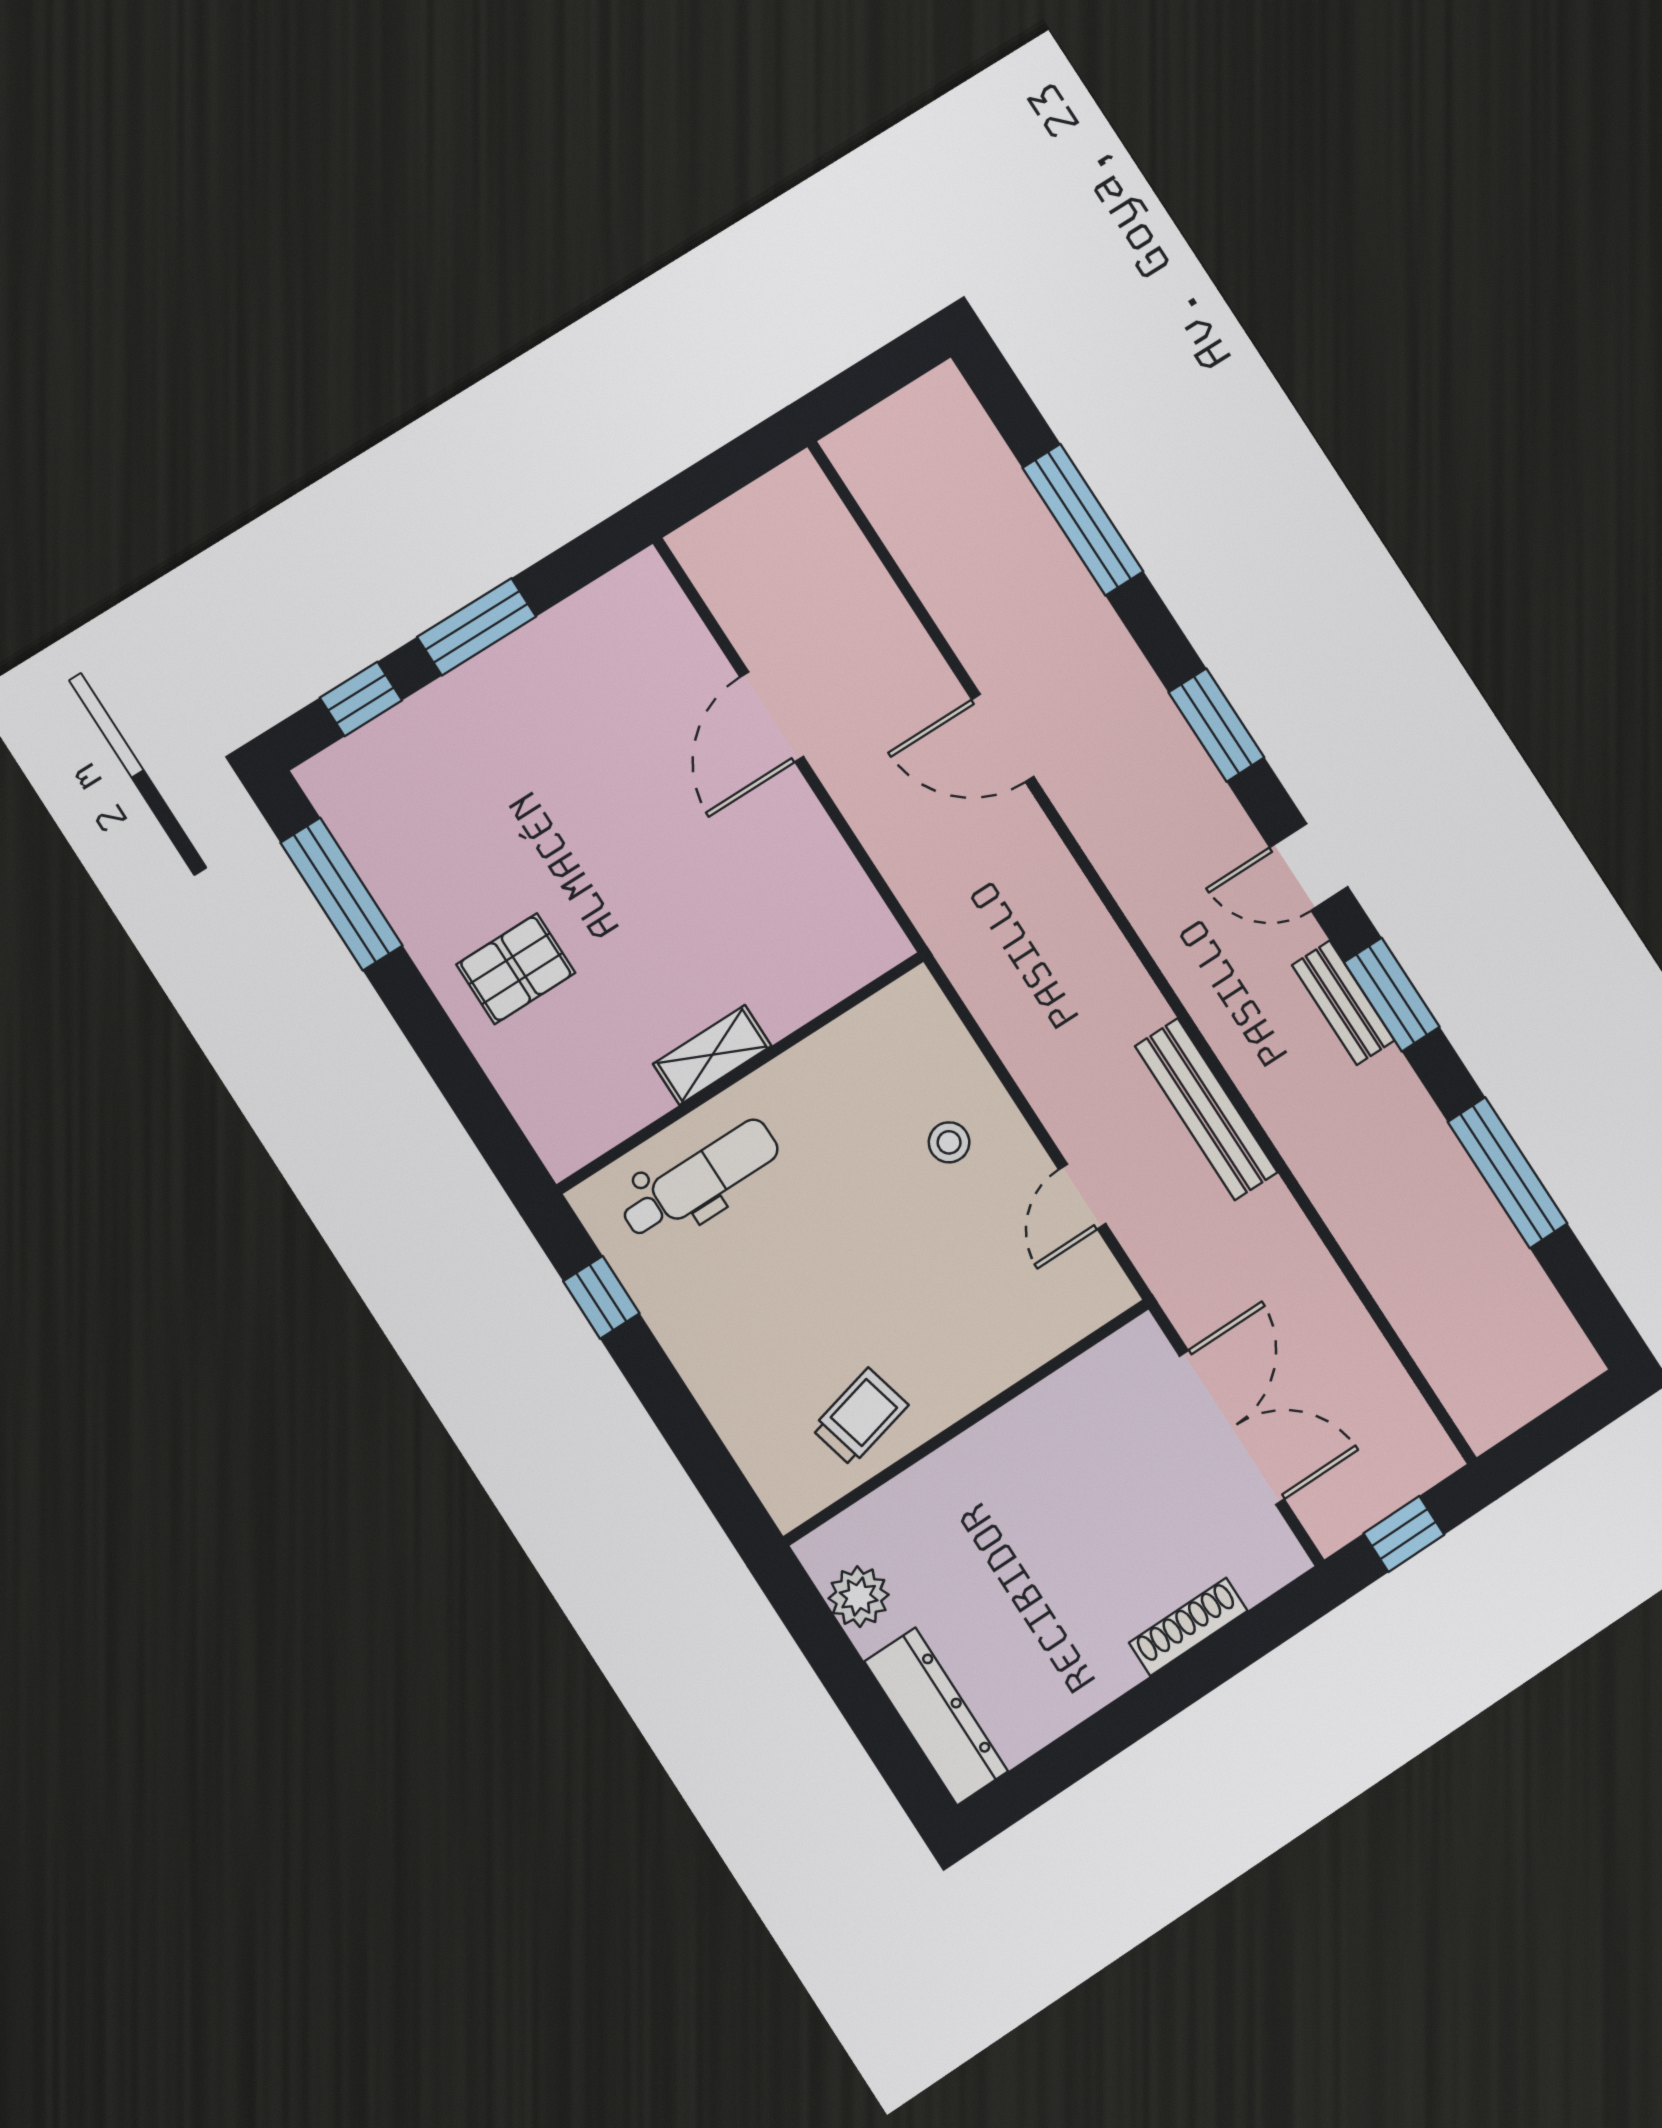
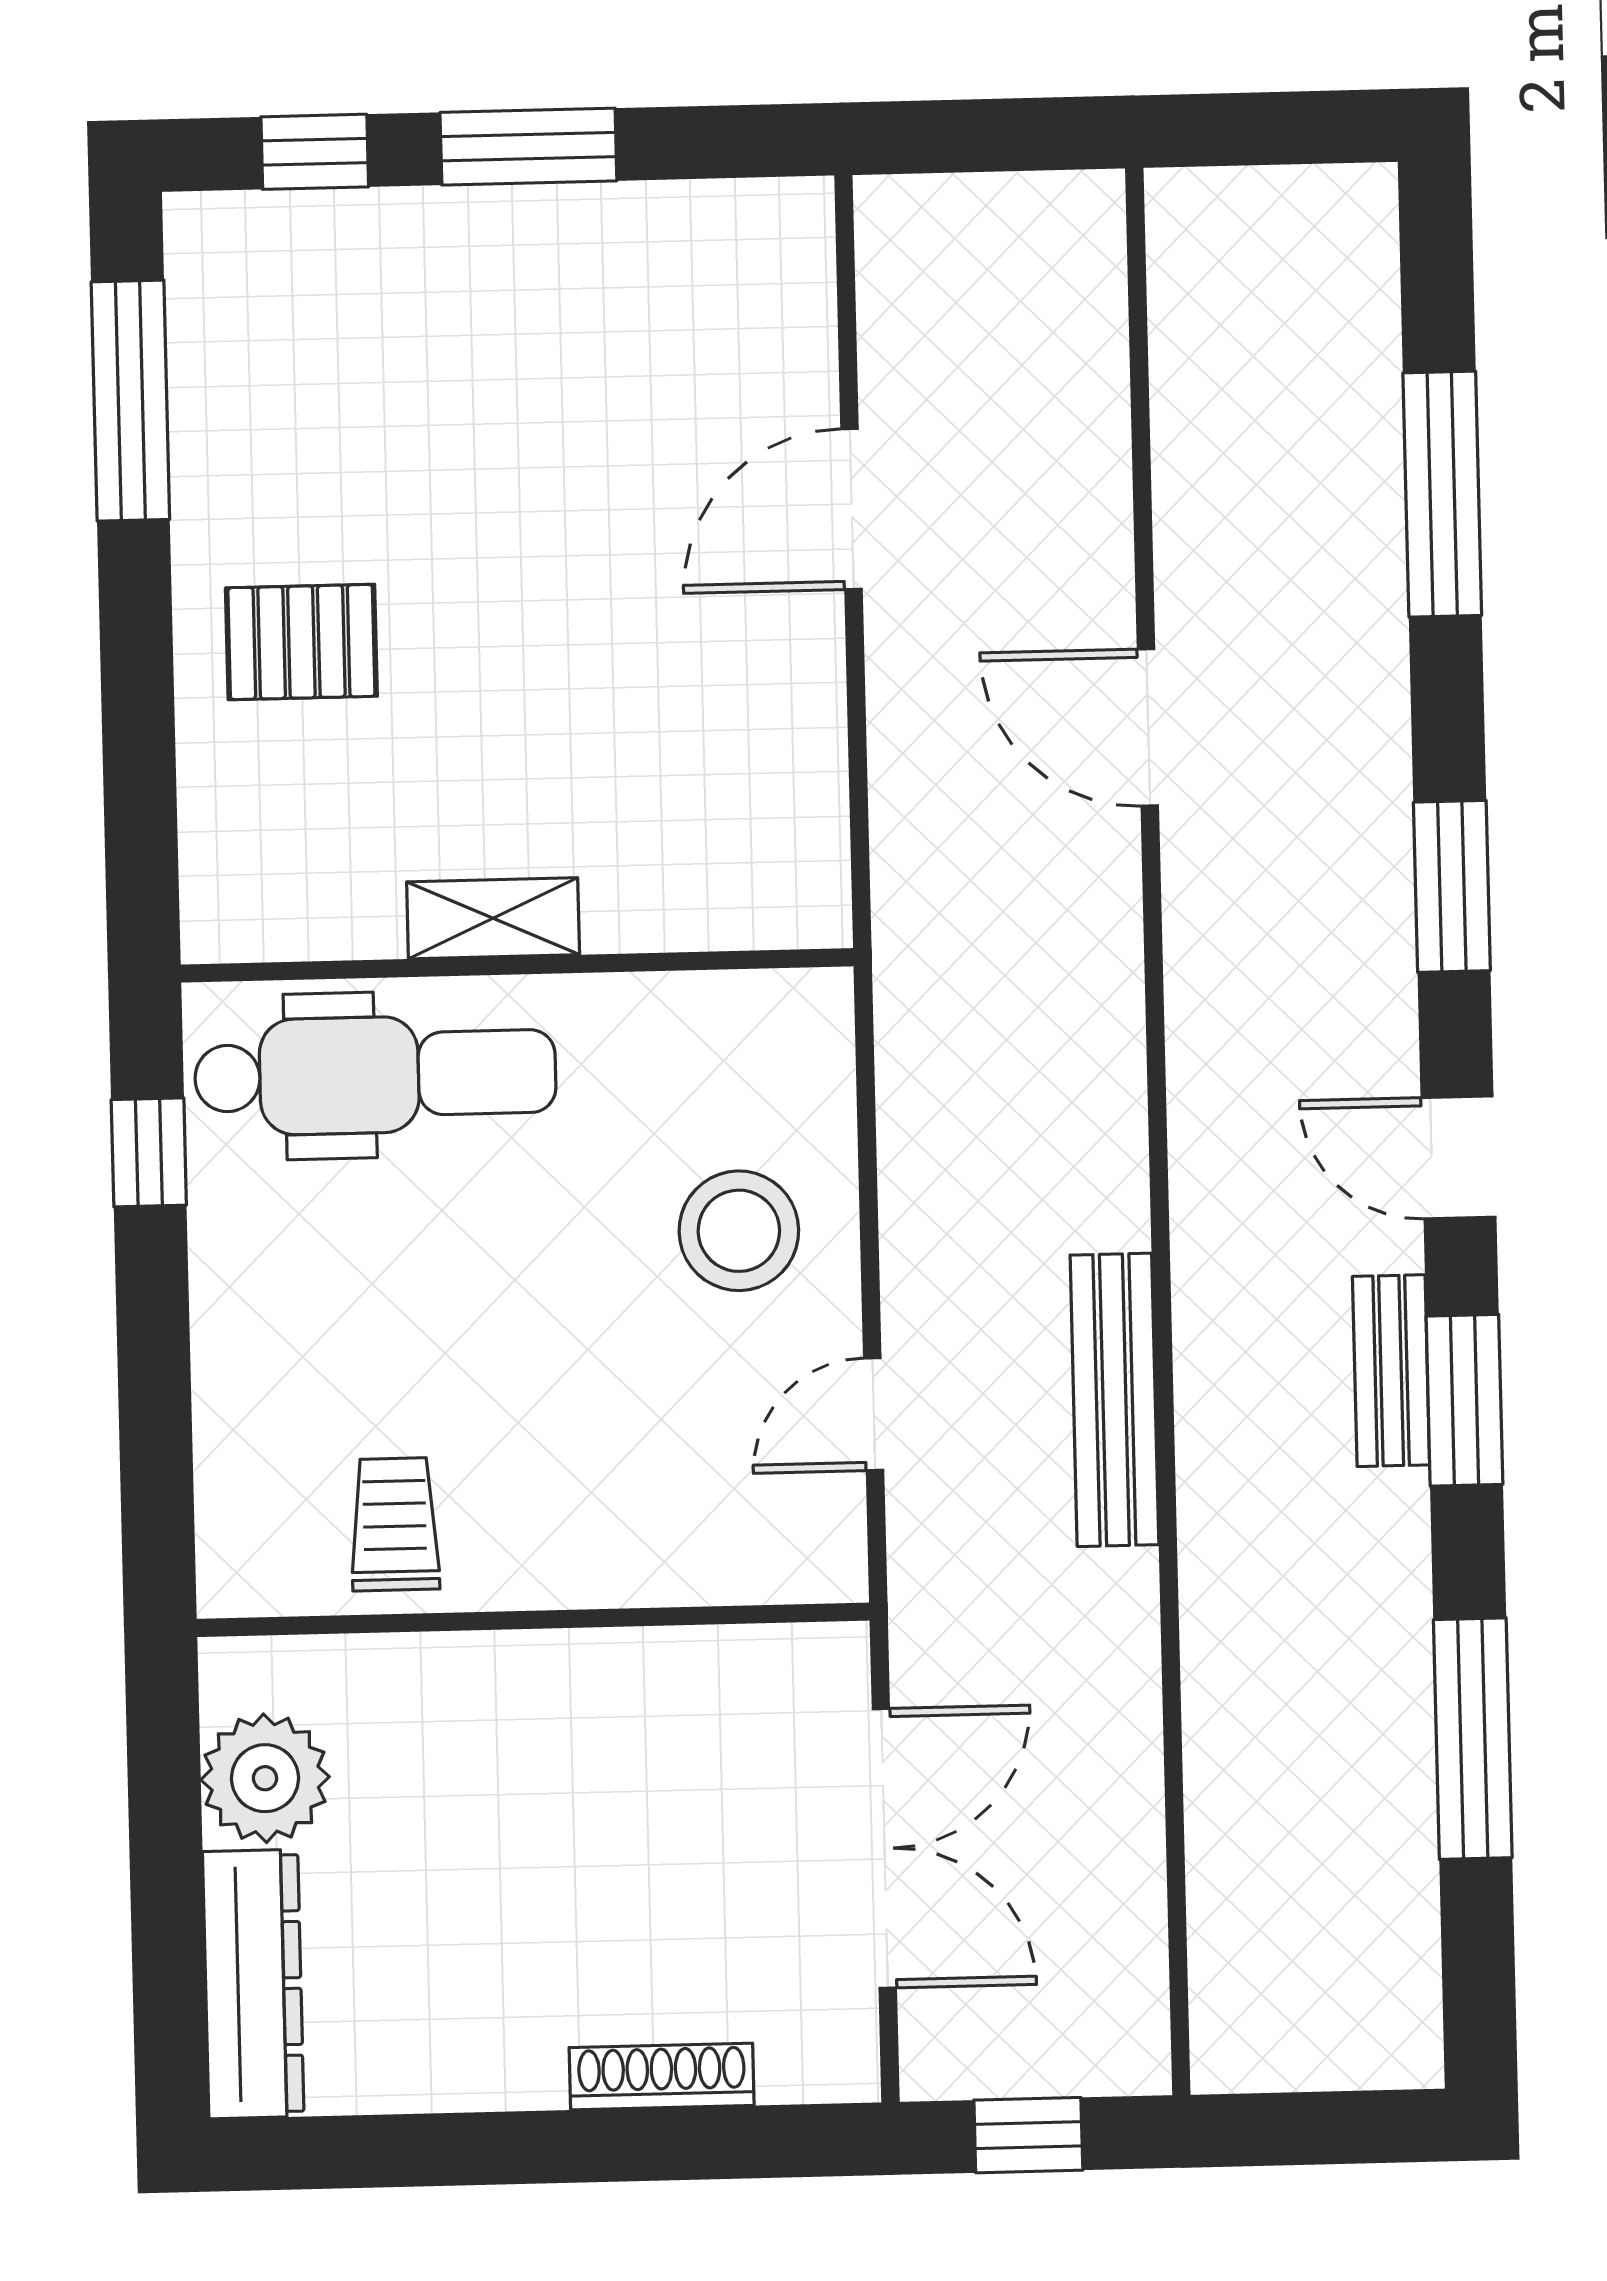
stool: (949, 1142) -> (739, 1231), width x1.89, depth x1.89
dental chair: (700, 1179) -> (375, 1075), width x1.36, depth x1.38
trolley: (860, 1417) -> (395, 1524), turned -76
plant: (859, 1597) -> (265, 1778), width x1.36, depth x1.36

